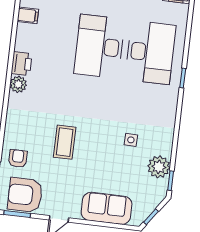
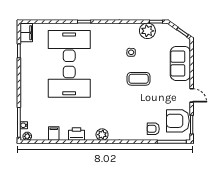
printer: (22, 64) -> (76, 134), moved
coffee table: (65, 142) -> (139, 79), moved
armchair: (25, 195) -> (178, 121), turned 90

